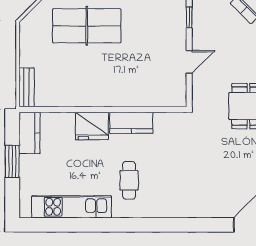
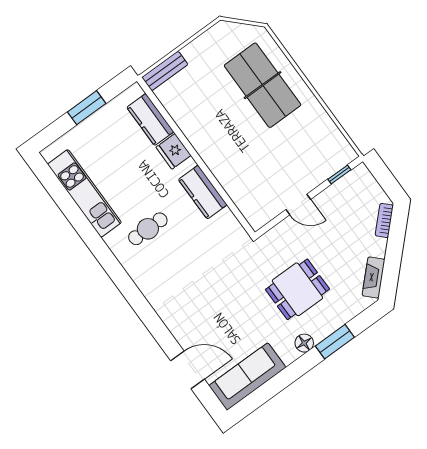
fridge: (92, 126) -> (174, 151), width x0.73, depth x0.75
kitchen counter: (29, 133) -> (150, 120), moved, turned 90

